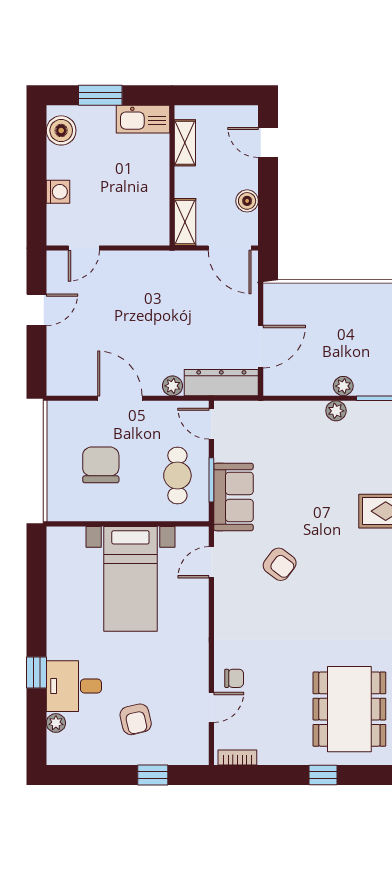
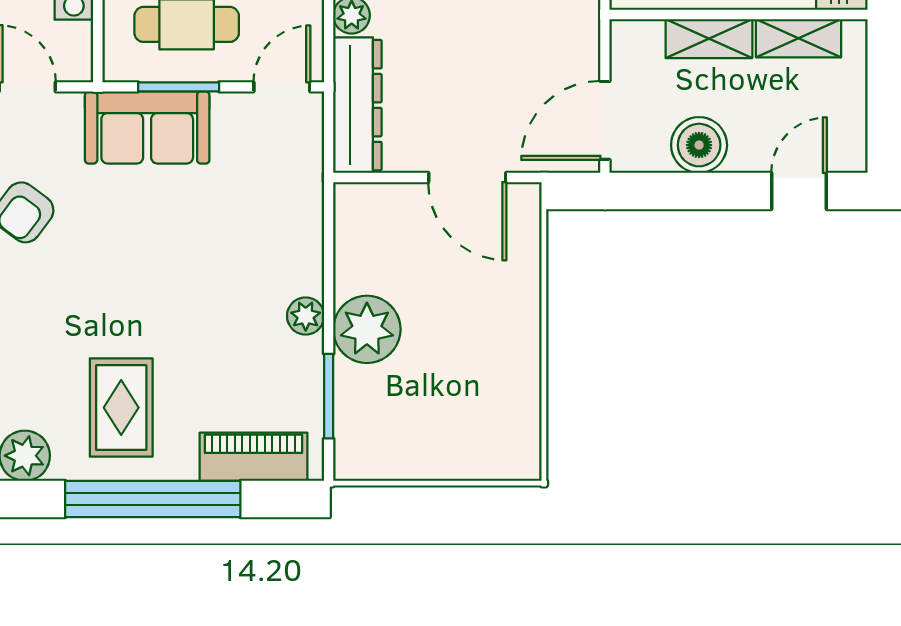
boiler: (247, 201) -> (699, 145), width x1.36, depth x1.36
shelving: (185, 222) -> (709, 39), moved
door: (261, 347) -> (467, 178), moved
plant: (343, 386) -> (367, 329), width x1.87, depth x1.87

